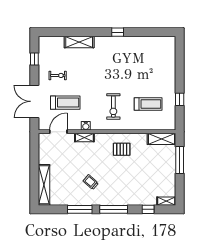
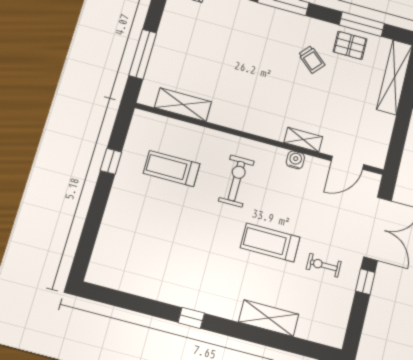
window: (34, 59) -> (365, 282), moved
treadmill: (65, 103) -> (270, 243), moved
shelving: (162, 139) -> (183, 105), moved
pallet: (122, 149) -> (350, 45), moved
window: (80, 209) -> (362, 24), moved

